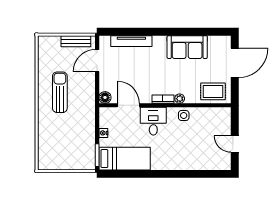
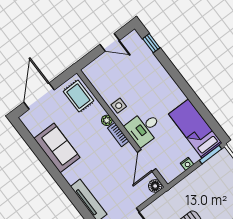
door: (235, 63) -> (39, 96), hinge flipped
door: (235, 144) -> (110, 42), hinge flipped
window: (211, 174) -> (151, 43), added

